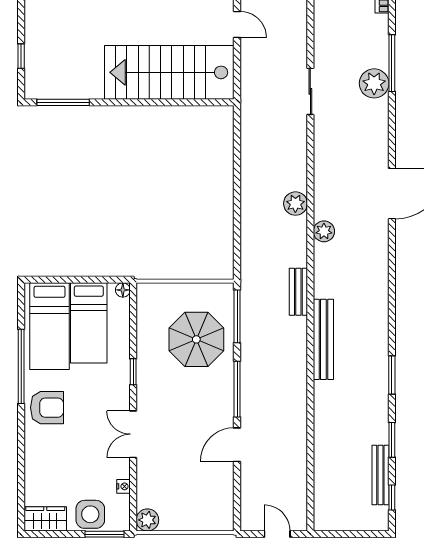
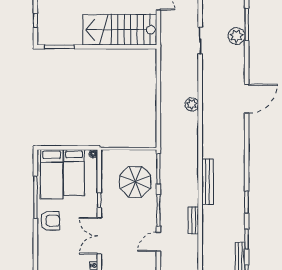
plant: (324, 231) -> (208, 120), removed
bench: (298, 292) -> (193, 221), moved
double door: (133, 434) -> (99, 236), width x1.37

